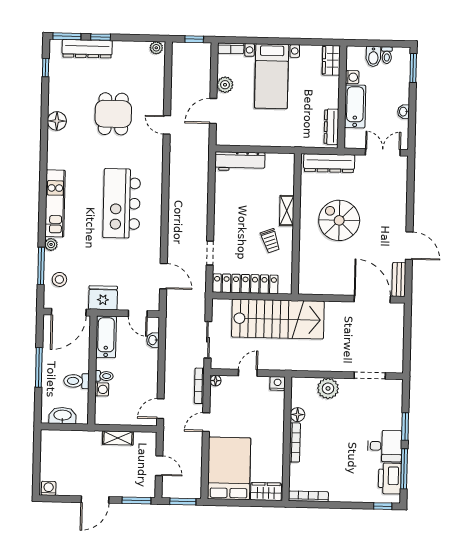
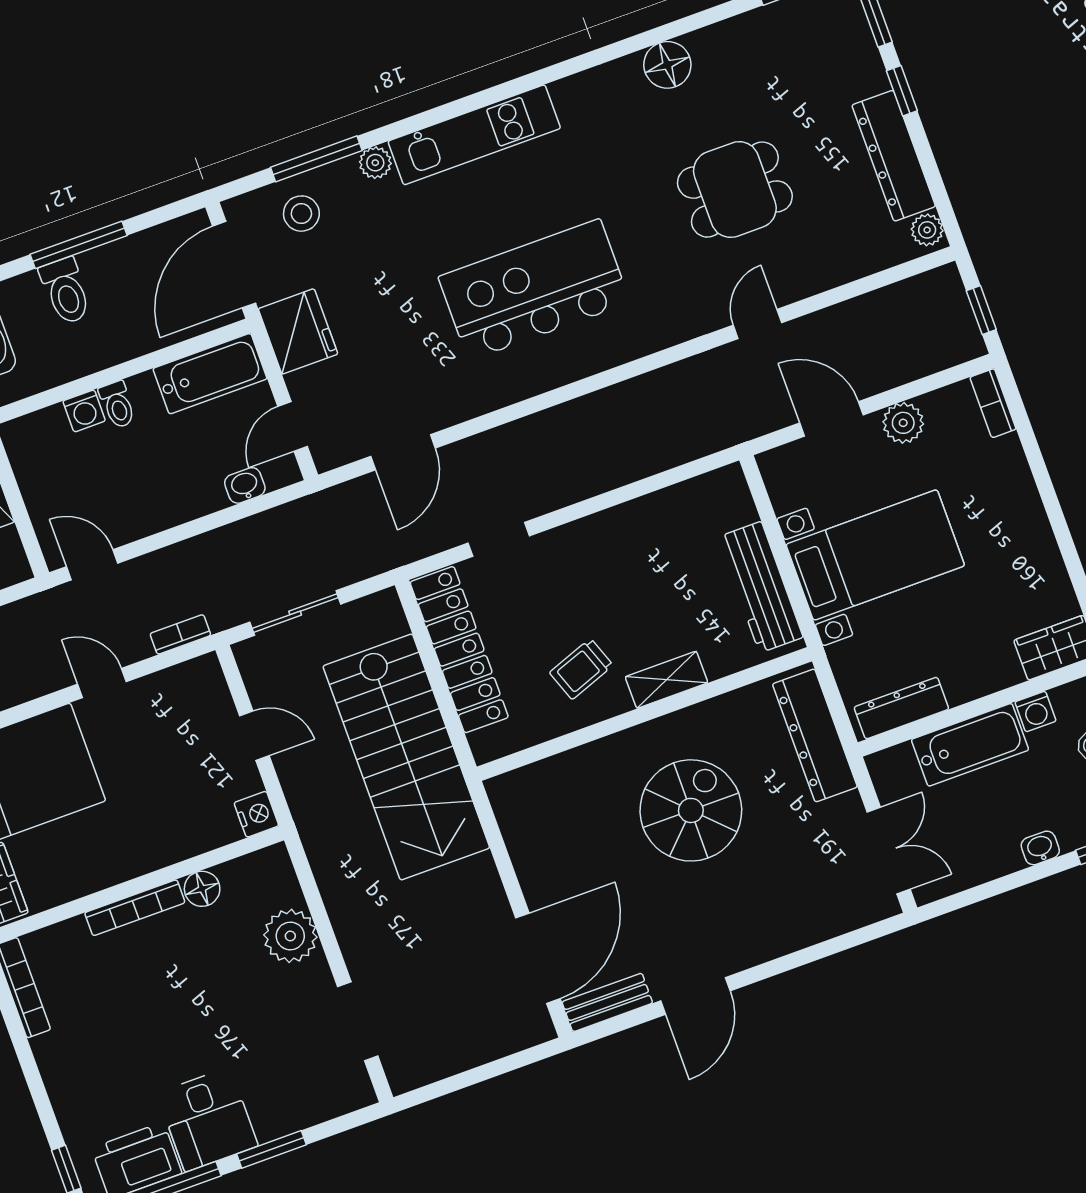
dresser: (87, 49) -> (894, 156), moved
bed with nightstands: (272, 76) -> (875, 555), moved, turned 180
washbasin: (403, 112) -> (1040, 848), moved
workbench: (240, 161) -> (760, 587), moved
door: (69, 312) -> (234, 265), hinge flipped
toilet: (77, 381) -> (66, 291), moved, turned 180
floor lamp: (216, 381) -> (207, 668), removed
bookcase: (199, 386) -> (180, 634), width x0.64

